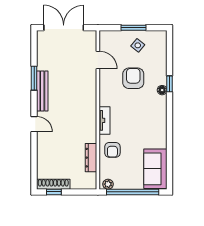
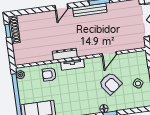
door: (98, 60) -> (109, 54), moved
armchair: (133, 78) -> (110, 83), turned 53
dresser: (91, 158) -> (65, 54), moved

